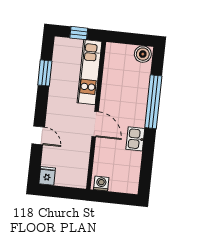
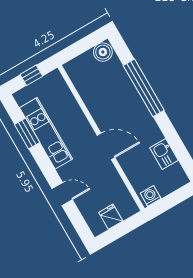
kitchen unit: (89, 72) -> (46, 133), moved, turned 180
kitchen sink: (135, 139) -> (164, 154), moved
fridge: (47, 176) -> (111, 217), moved

